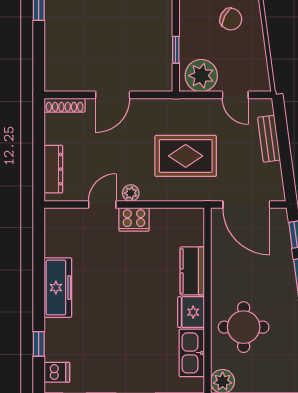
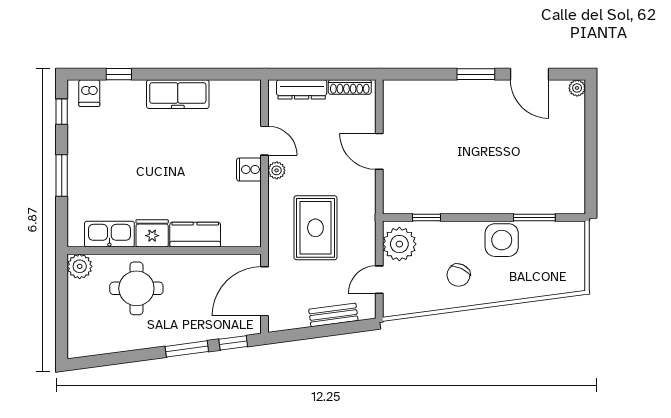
shoe rack: (65, 105) -> (350, 87), moved, turned -90
cooker: (134, 219) -> (249, 170), width x0.73

